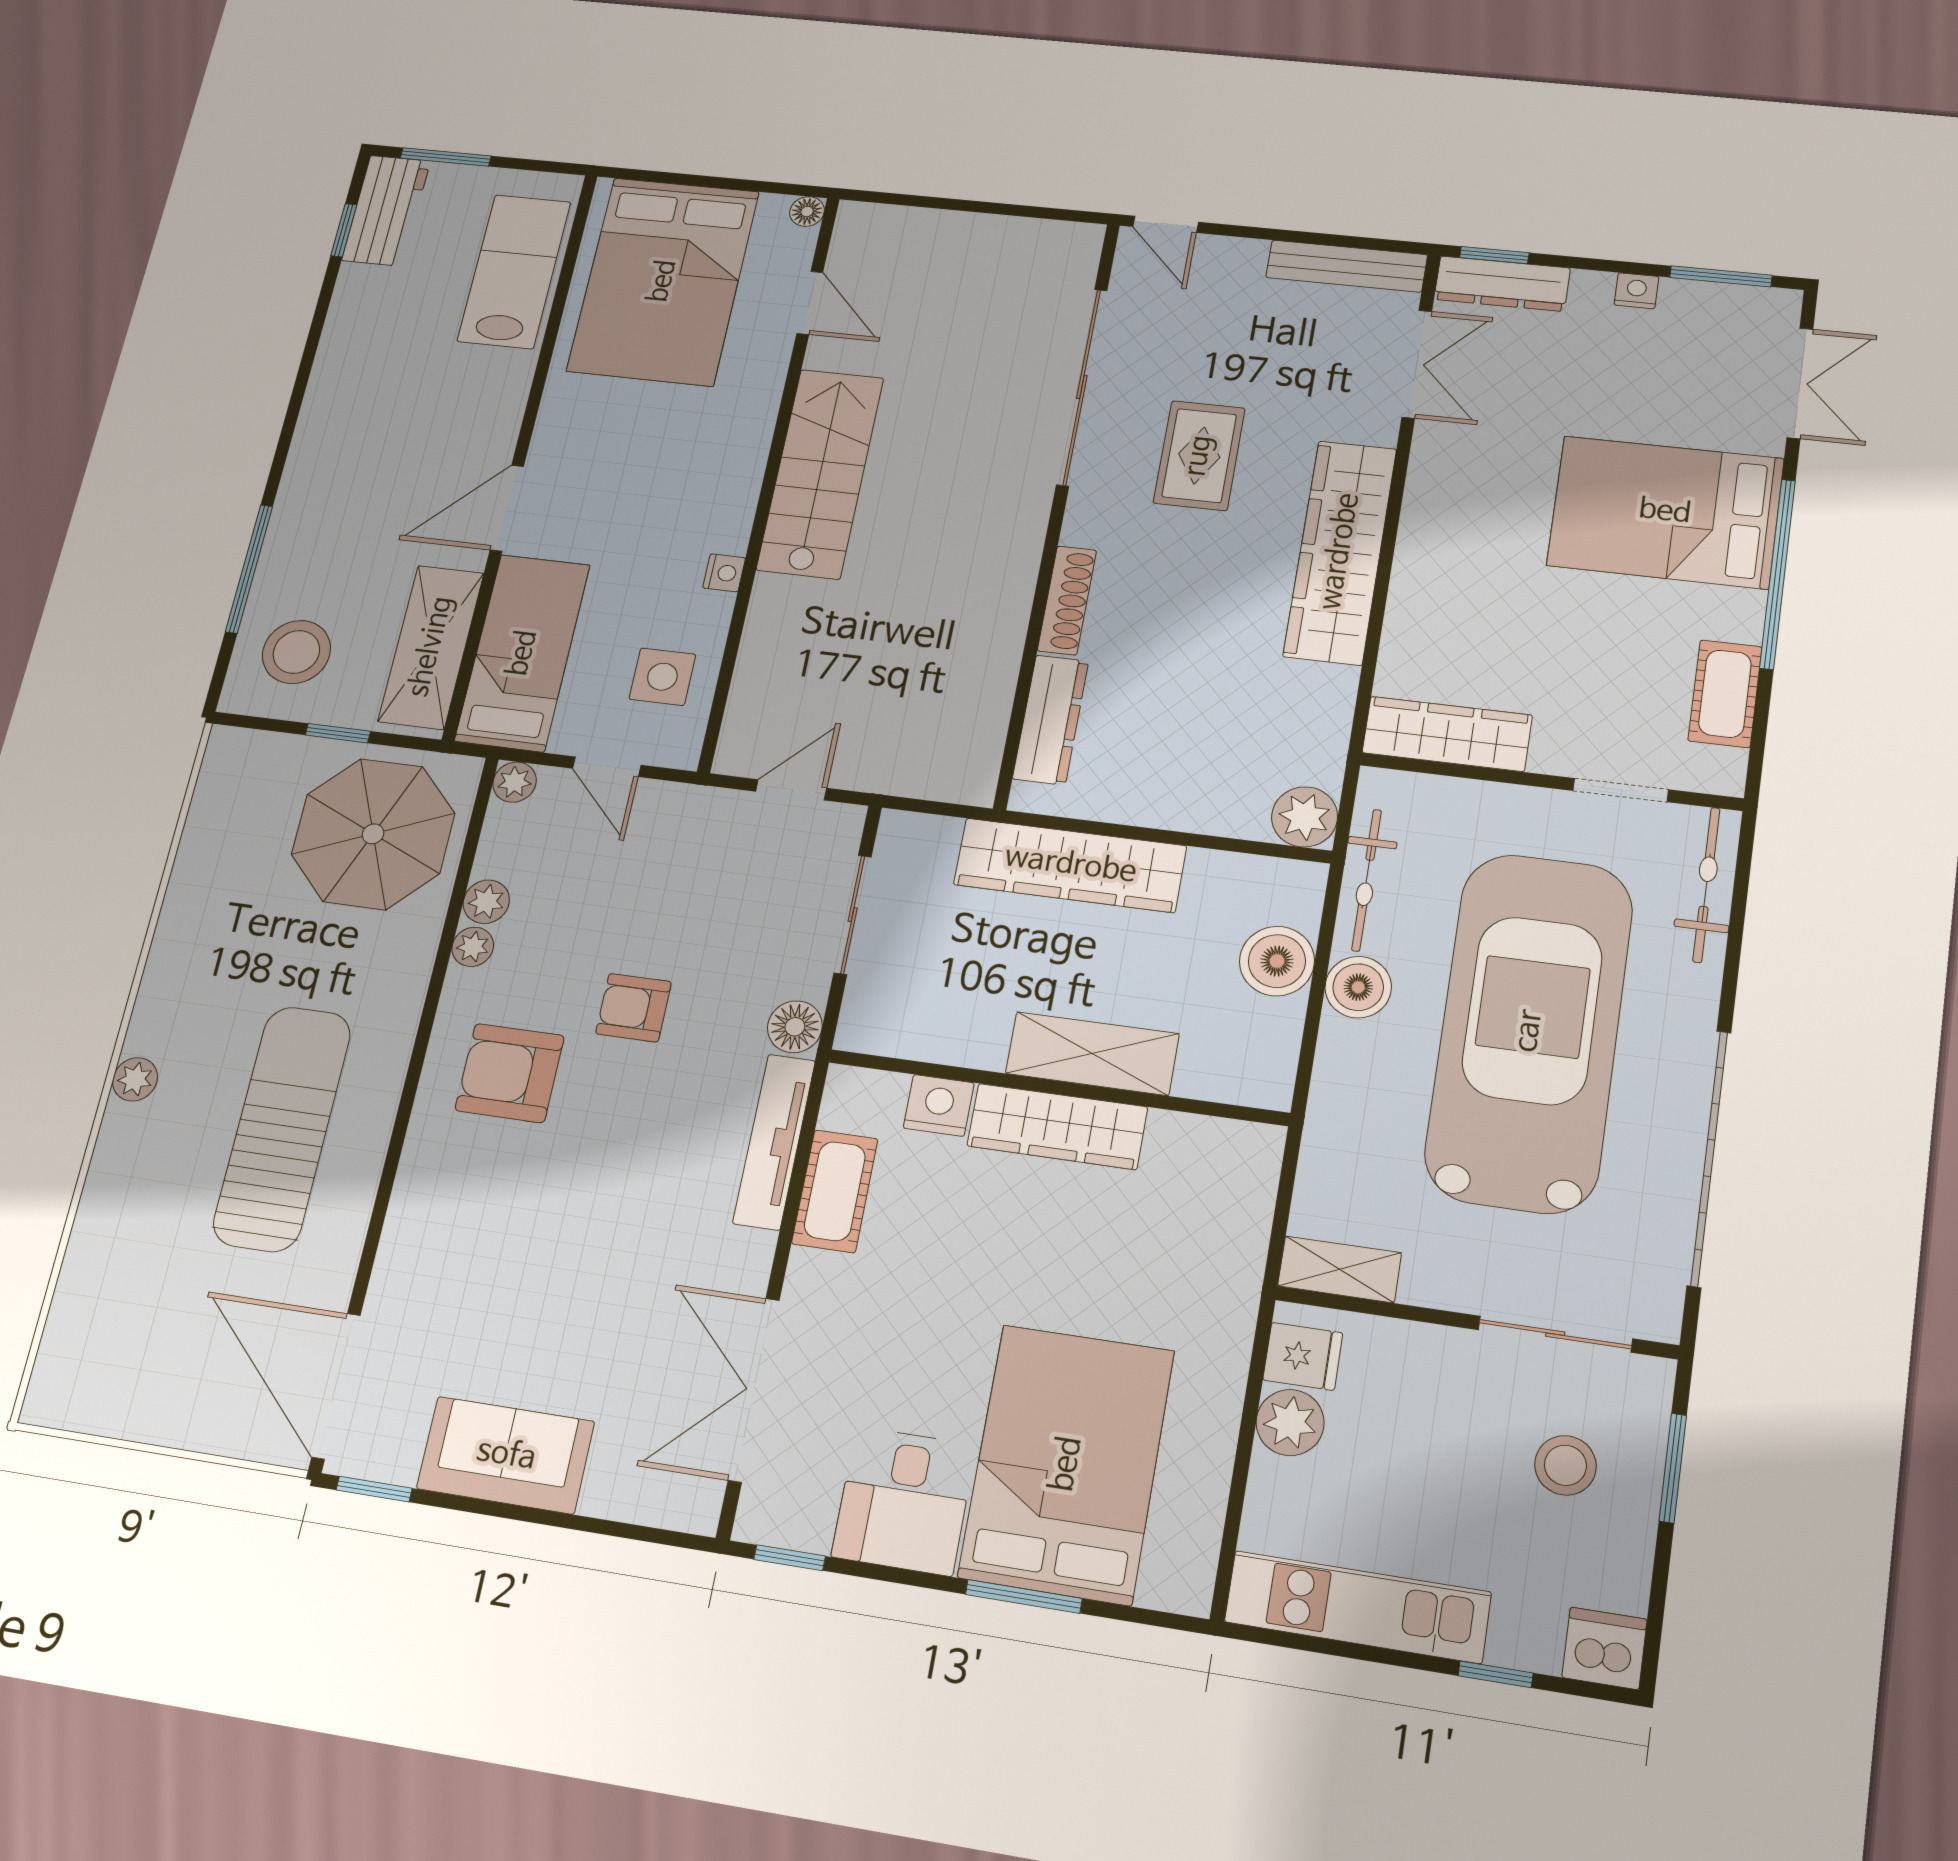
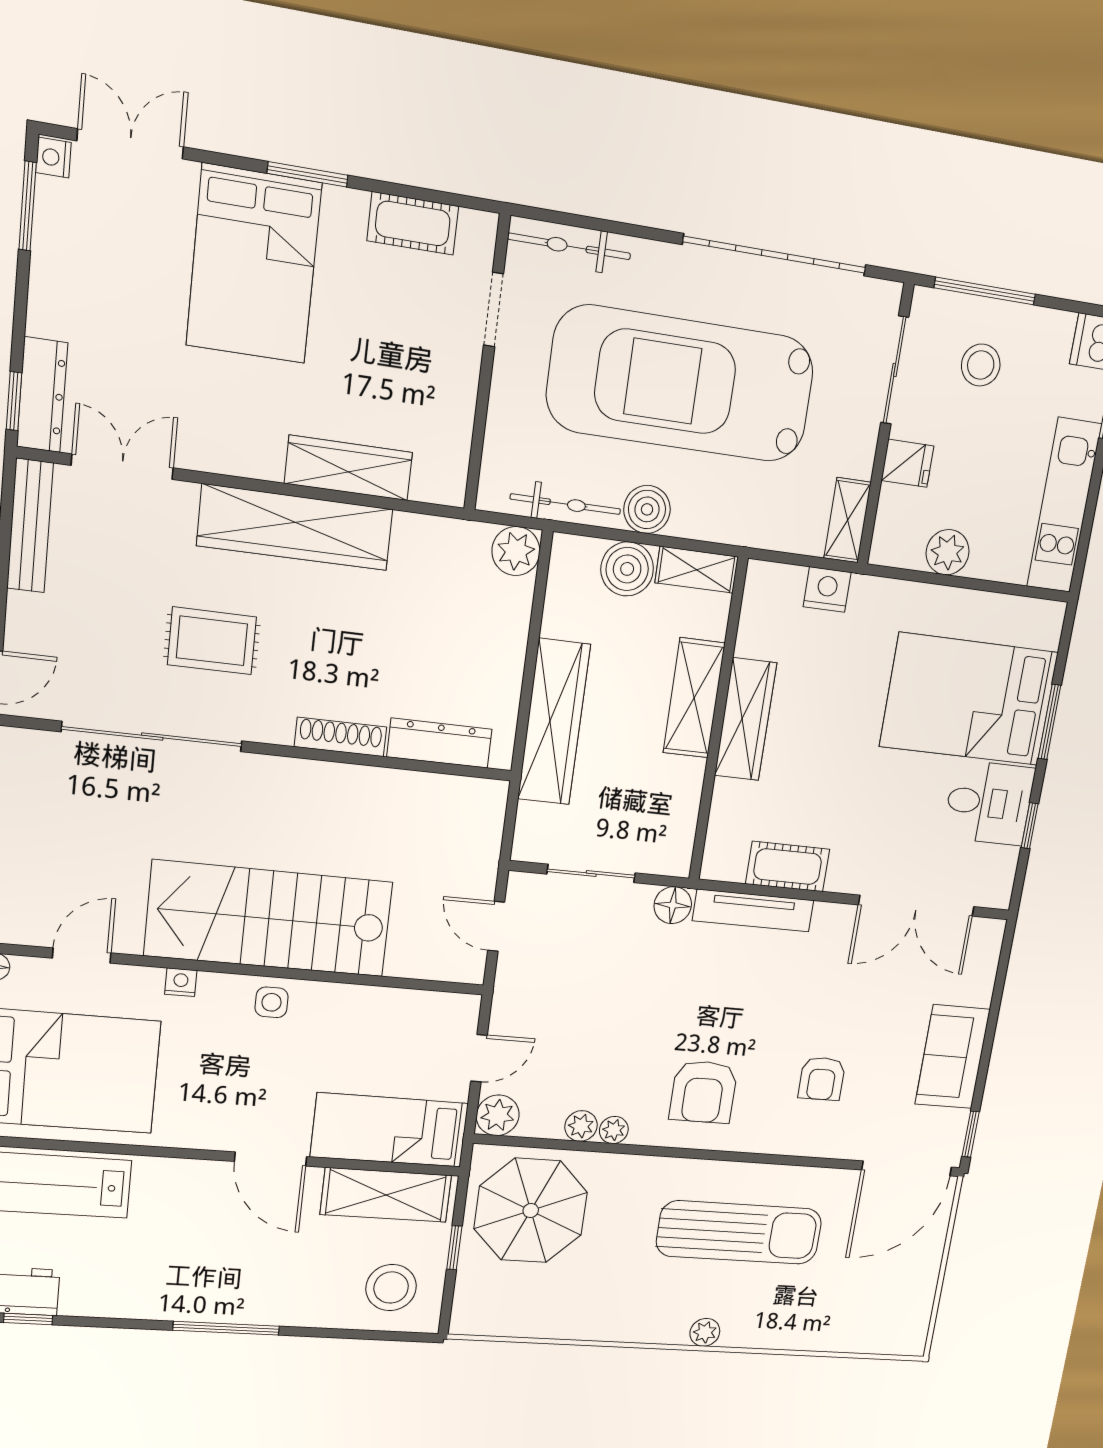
nightstand: (1636, 291) -> (53, 158), moved
stairs: (820, 473) -> (269, 919), width x1.36, depth x1.51
window: (249, 569) -> (226, 1328), moved
nightstand: (724, 573) -> (181, 982), moved
window: (1778, 574) -> (308, 174), width x0.47
side table: (662, 677) -> (272, 1002), moved, width x0.73, depth x0.73
wardrobe: (1447, 734) -> (349, 468), moved, turned 90
plant: (515, 782) -> (498, 1115), width x1.38, depth x1.38
armchair: (634, 1008) -> (822, 1079), moved
shelving: (1273, 1055) -> (697, 570), added
nightstand: (939, 1105) -> (827, 589), moved, turned 90
sun lounger: (282, 1128) -> (739, 1232), turned 180
fridge: (1303, 1356) -> (907, 463), moved, turned 90
window: (1673, 1468) -> (985, 291), width x1.44
window: (790, 1558) -> (1030, 826), moved

